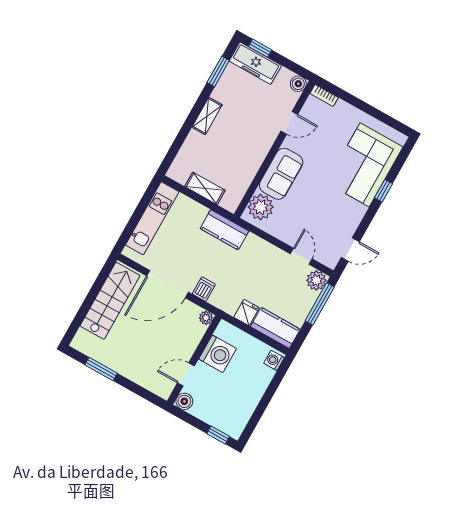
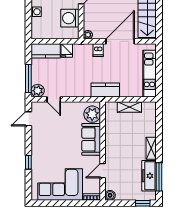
freezer: (255, 63) -> (149, 176), moved, turned -90
window: (218, 71) -> (159, 177), width x1.44
corner sofa: (365, 165) -> (60, 184), moved, turned -90
washing machine: (274, 360) -> (36, 12), moved

